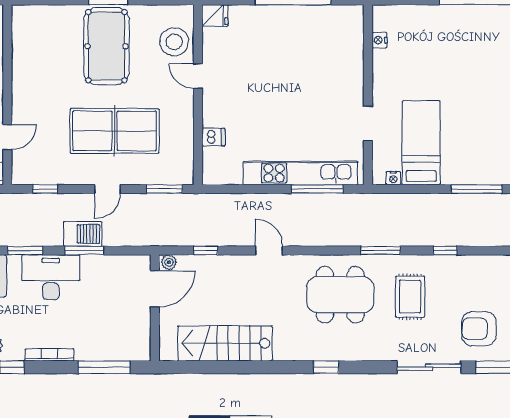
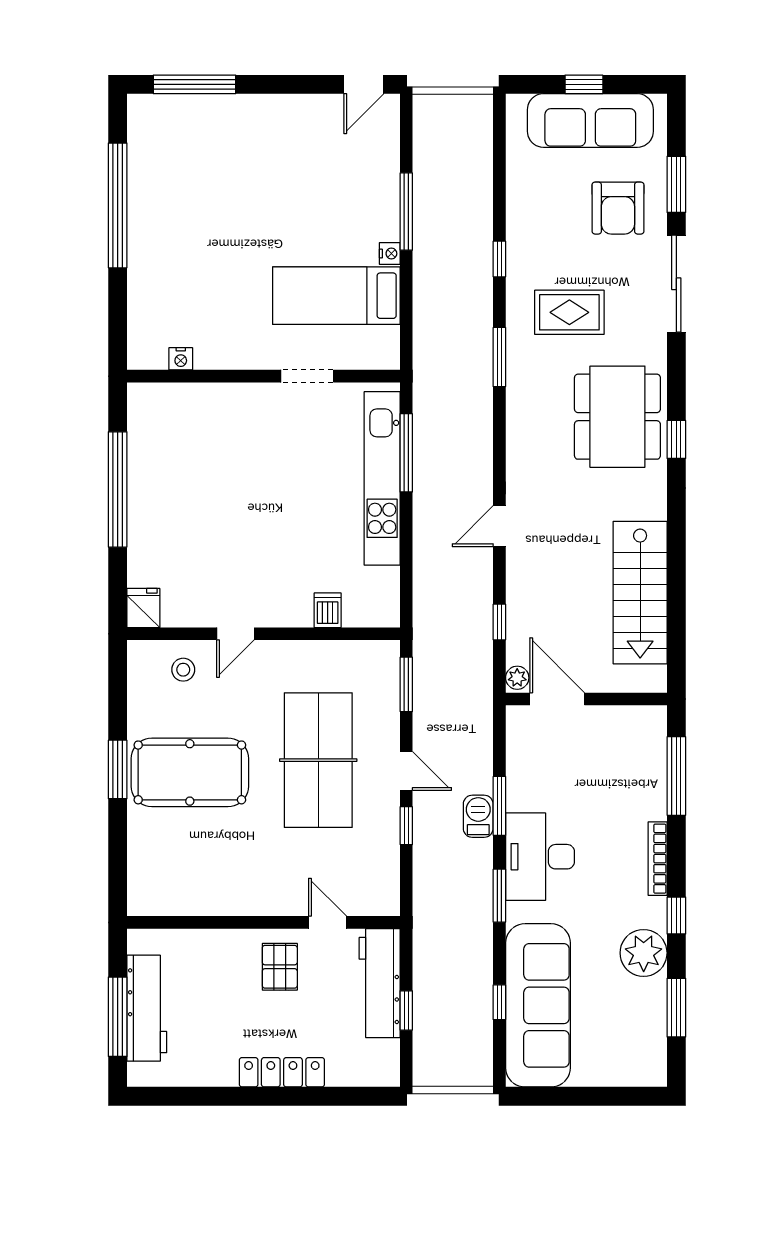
stool: (174, 42) -> (183, 670), width x0.53, depth x0.53
nightstand: (393, 178) -> (390, 254), moved
window: (45, 189) -> (406, 826), moved
barbecue: (83, 234) -> (478, 816), width x0.73, depth x0.79
dining table: (340, 295) -> (617, 417), moved

